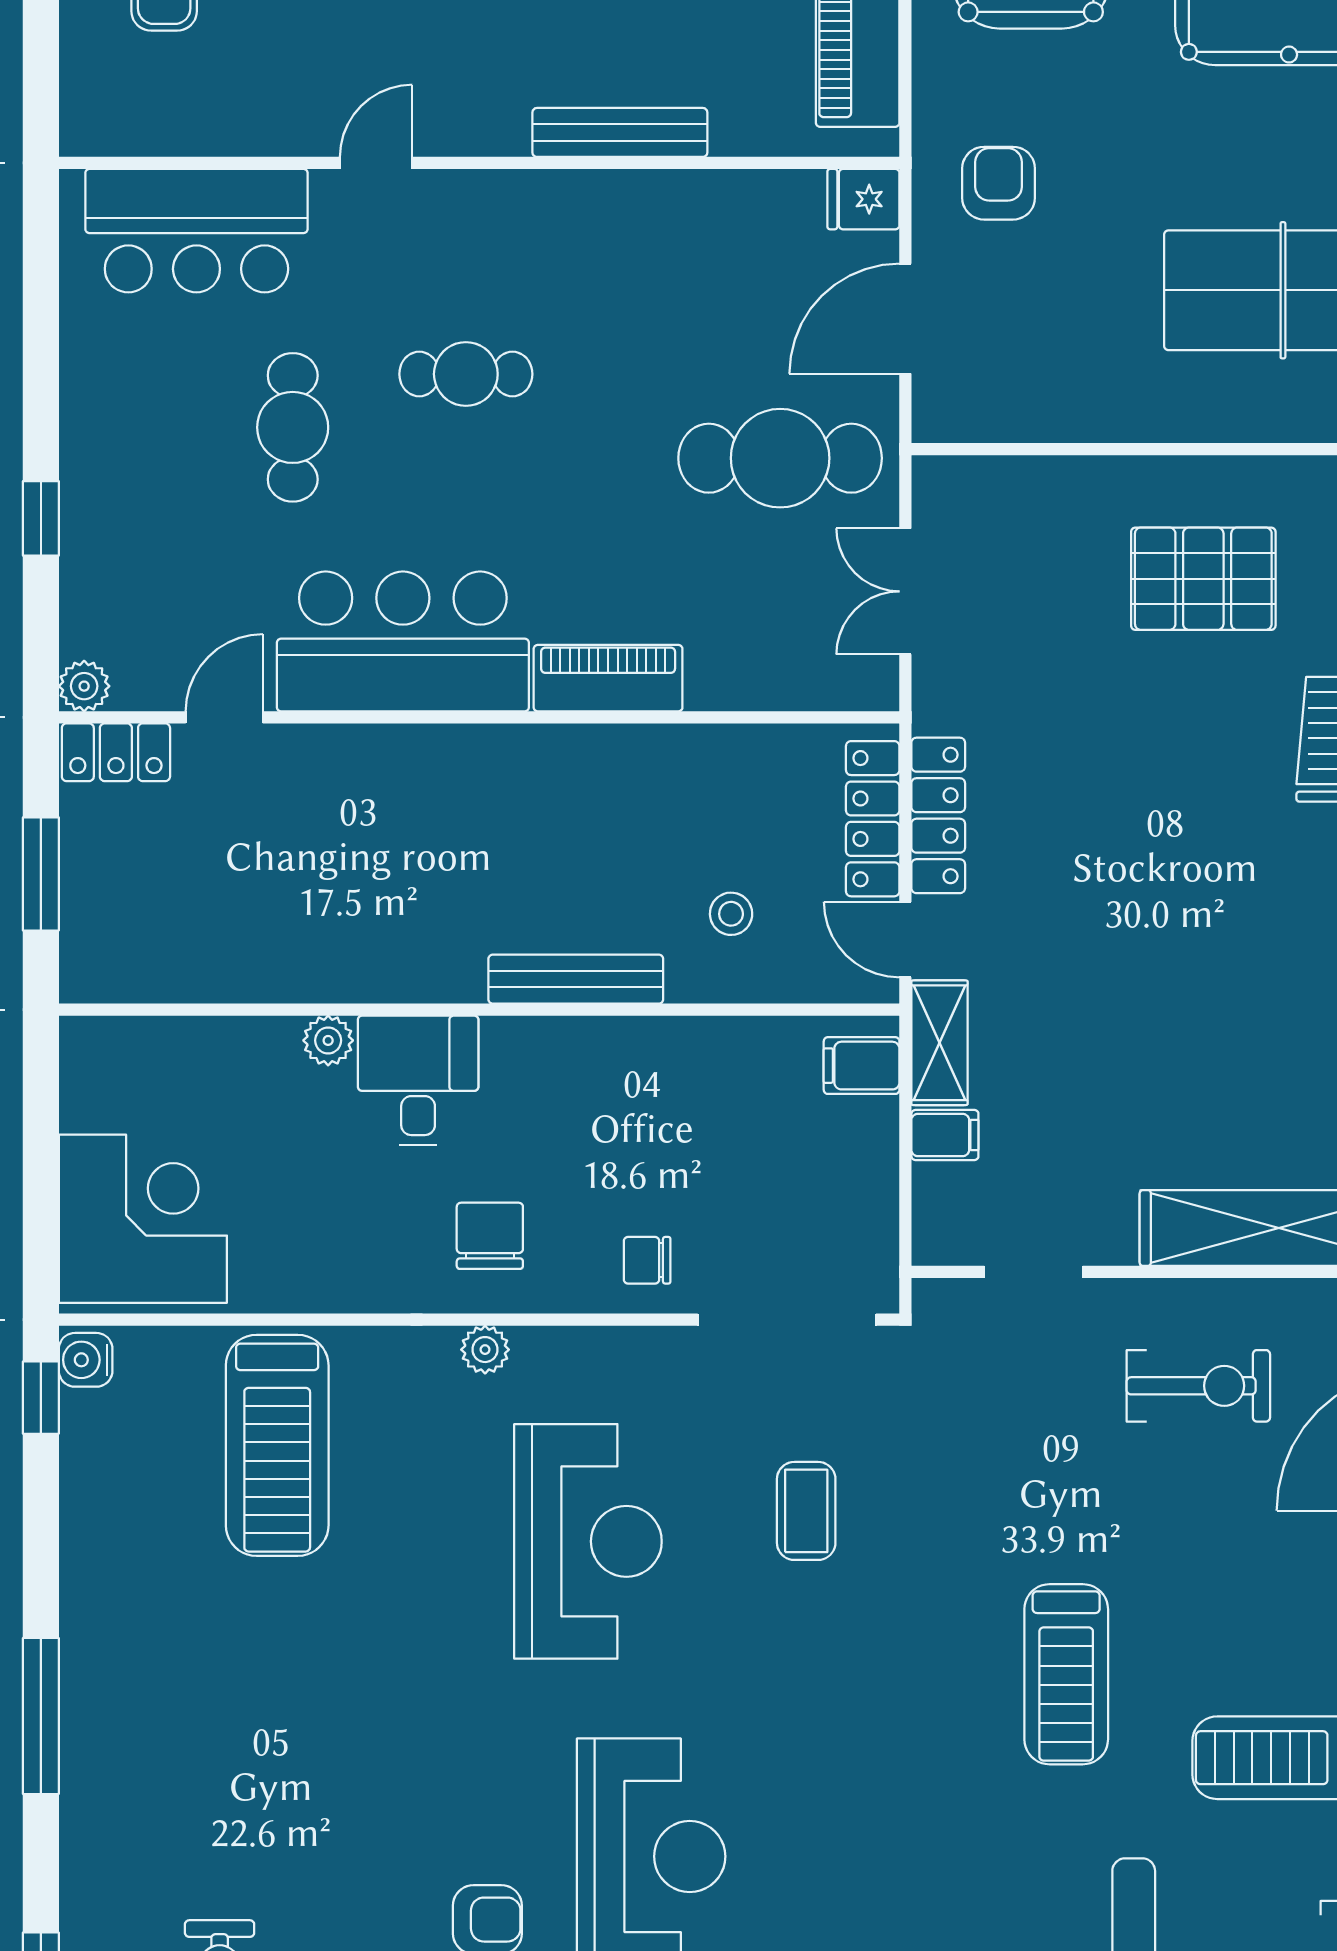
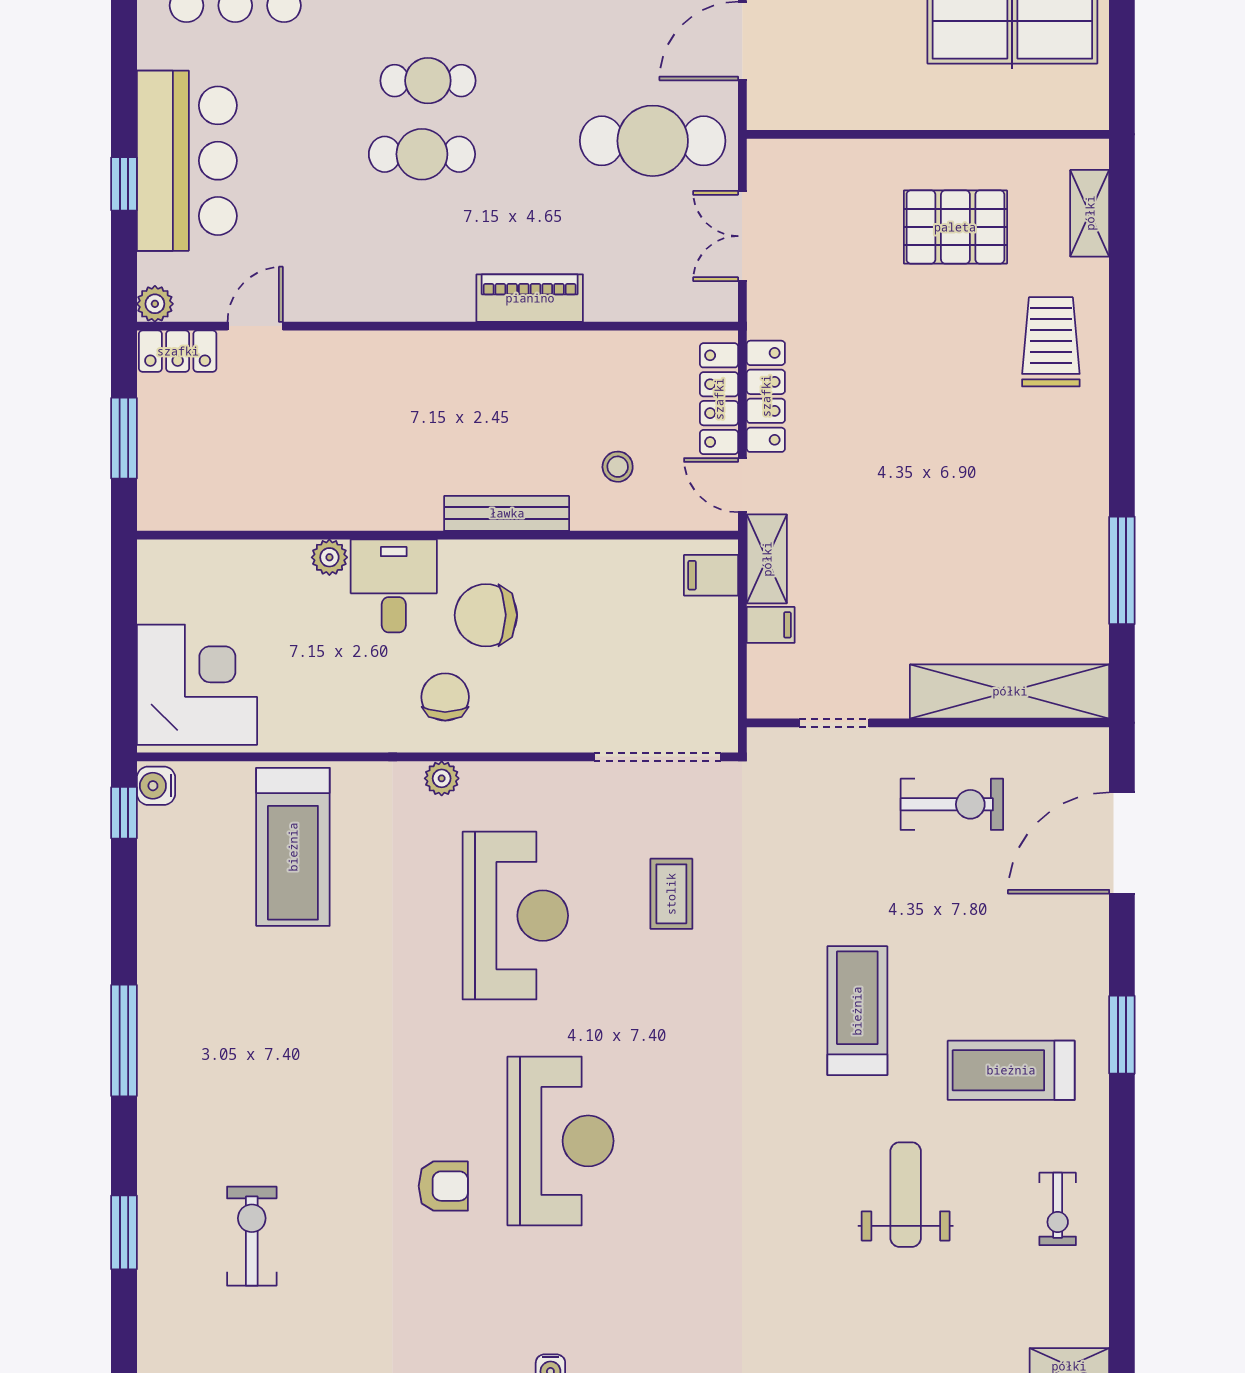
cafe table: (293, 427) -> (422, 154), moved, turned 90
bar counter: (403, 641) -> (187, 161), moved, turned 90
chair: (647, 1260) -> (486, 615), moved, width x1.87, depth x1.87
treadmill: (1066, 1674) -> (857, 1011), turned 180

